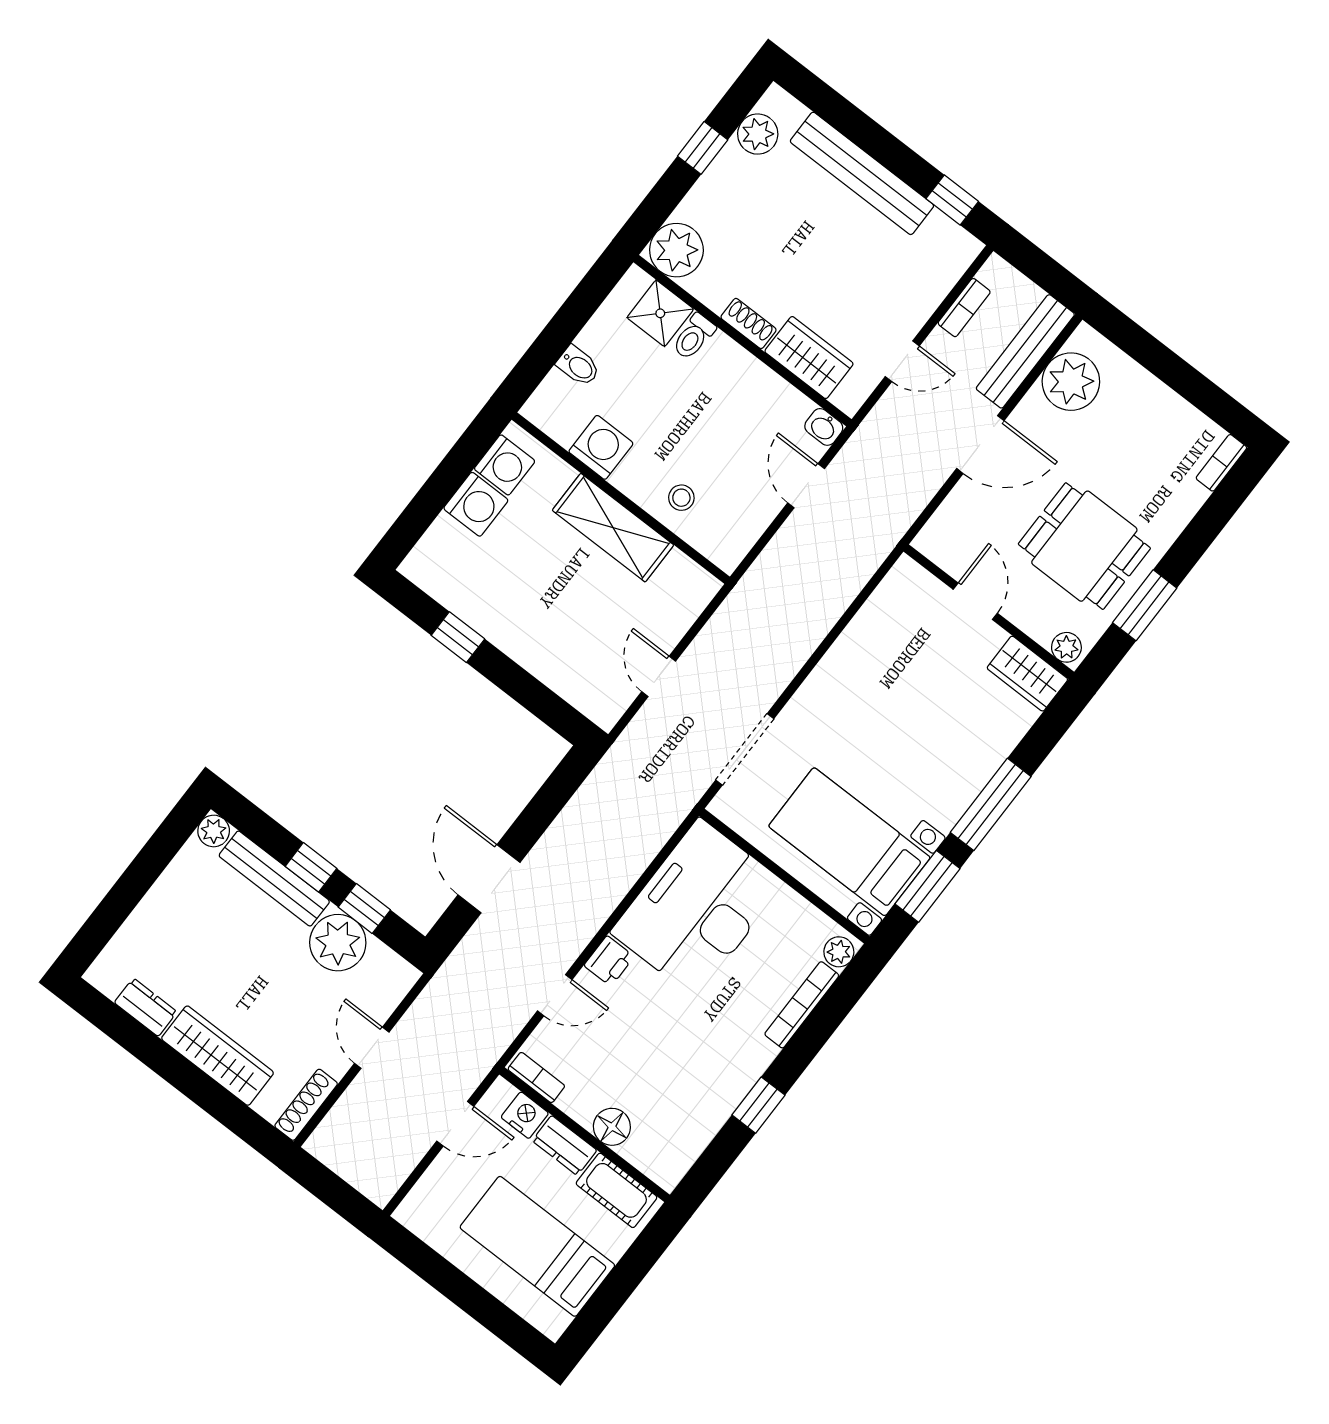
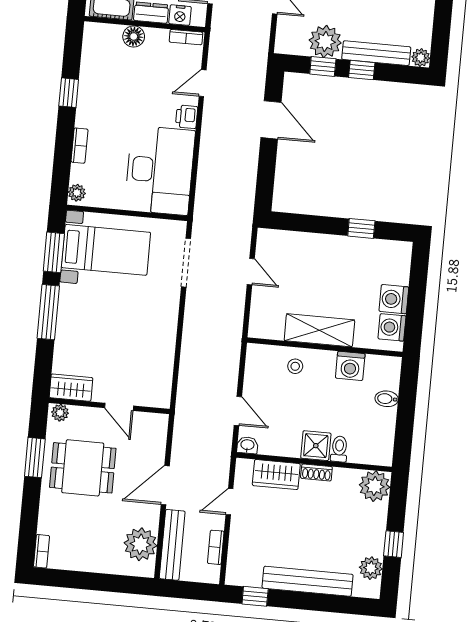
shower: (660, 313) -> (316, 446), moved
bookcase: (802, 1005) -> (79, 146), width x0.64

